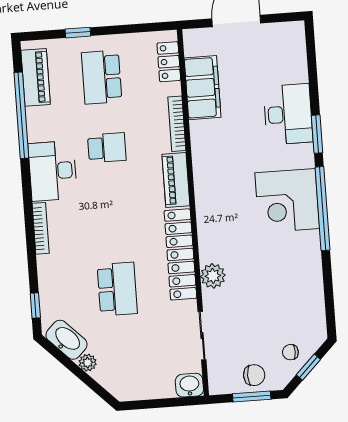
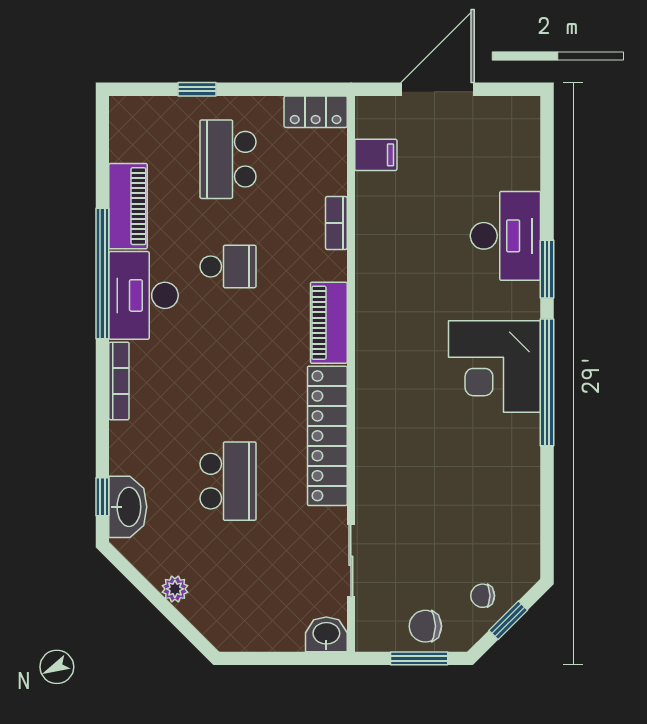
locker: (169, 62) -> (316, 112), moved, turned -90
piano: (36, 77) -> (128, 206), moved
filing cabinet: (203, 88) -> (376, 155), width x0.33, depth x0.86
window: (21, 115) -> (102, 274), moved
bookcase: (177, 124) -> (336, 223), width x0.64
plant: (213, 276) -> (374, 472), removed
washbasin: (66, 340) -> (128, 507), moved, turned 45
chair: (254, 375) -> (425, 626), turned 180

